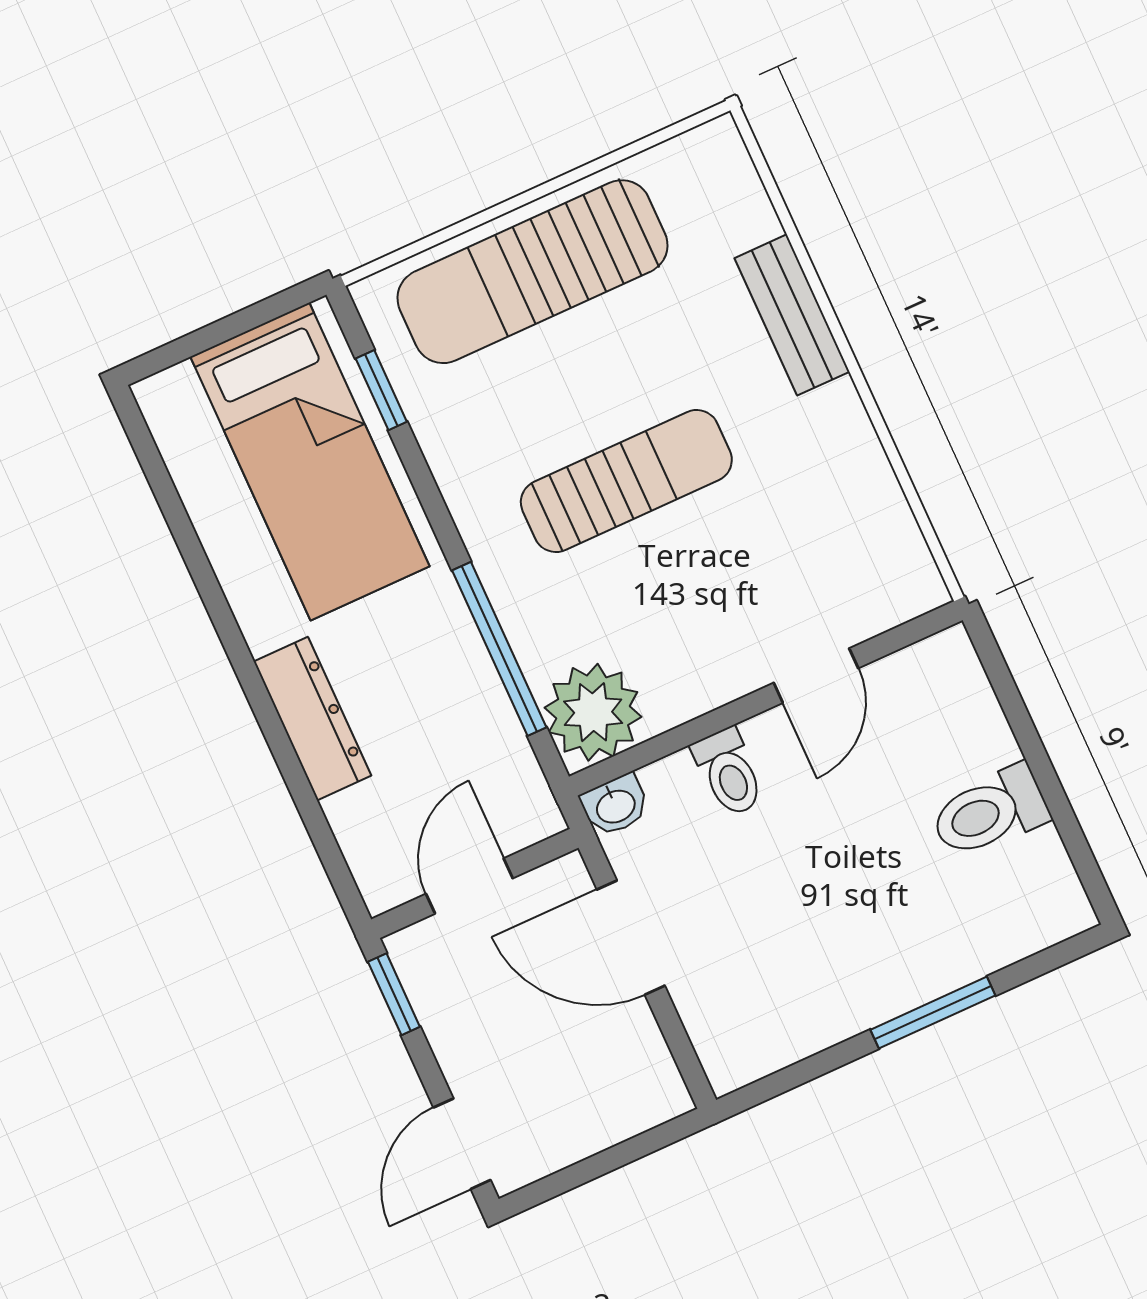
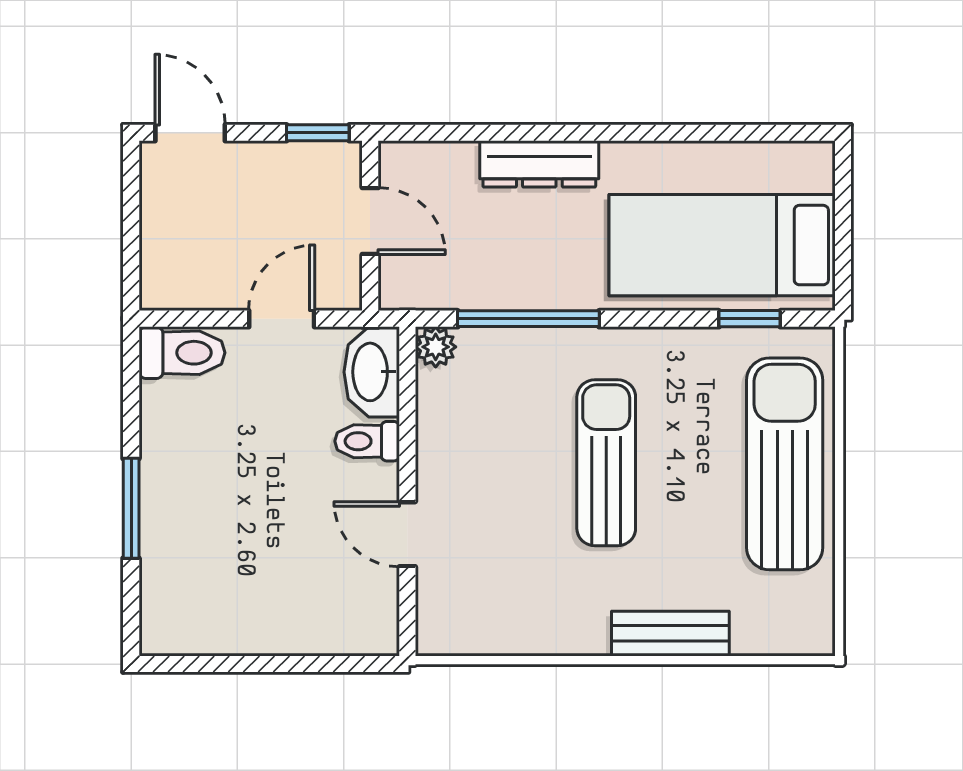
sun lounger: (626, 481) -> (606, 463), turned 180
plant: (593, 712) -> (436, 347), width x0.53, depth x0.53
washbasin: (615, 805) -> (372, 372), width x1.91, depth x1.45
toilet: (990, 812) -> (182, 353), moved, turned 90
door: (631, 938) -> (282, 319), width x0.73

